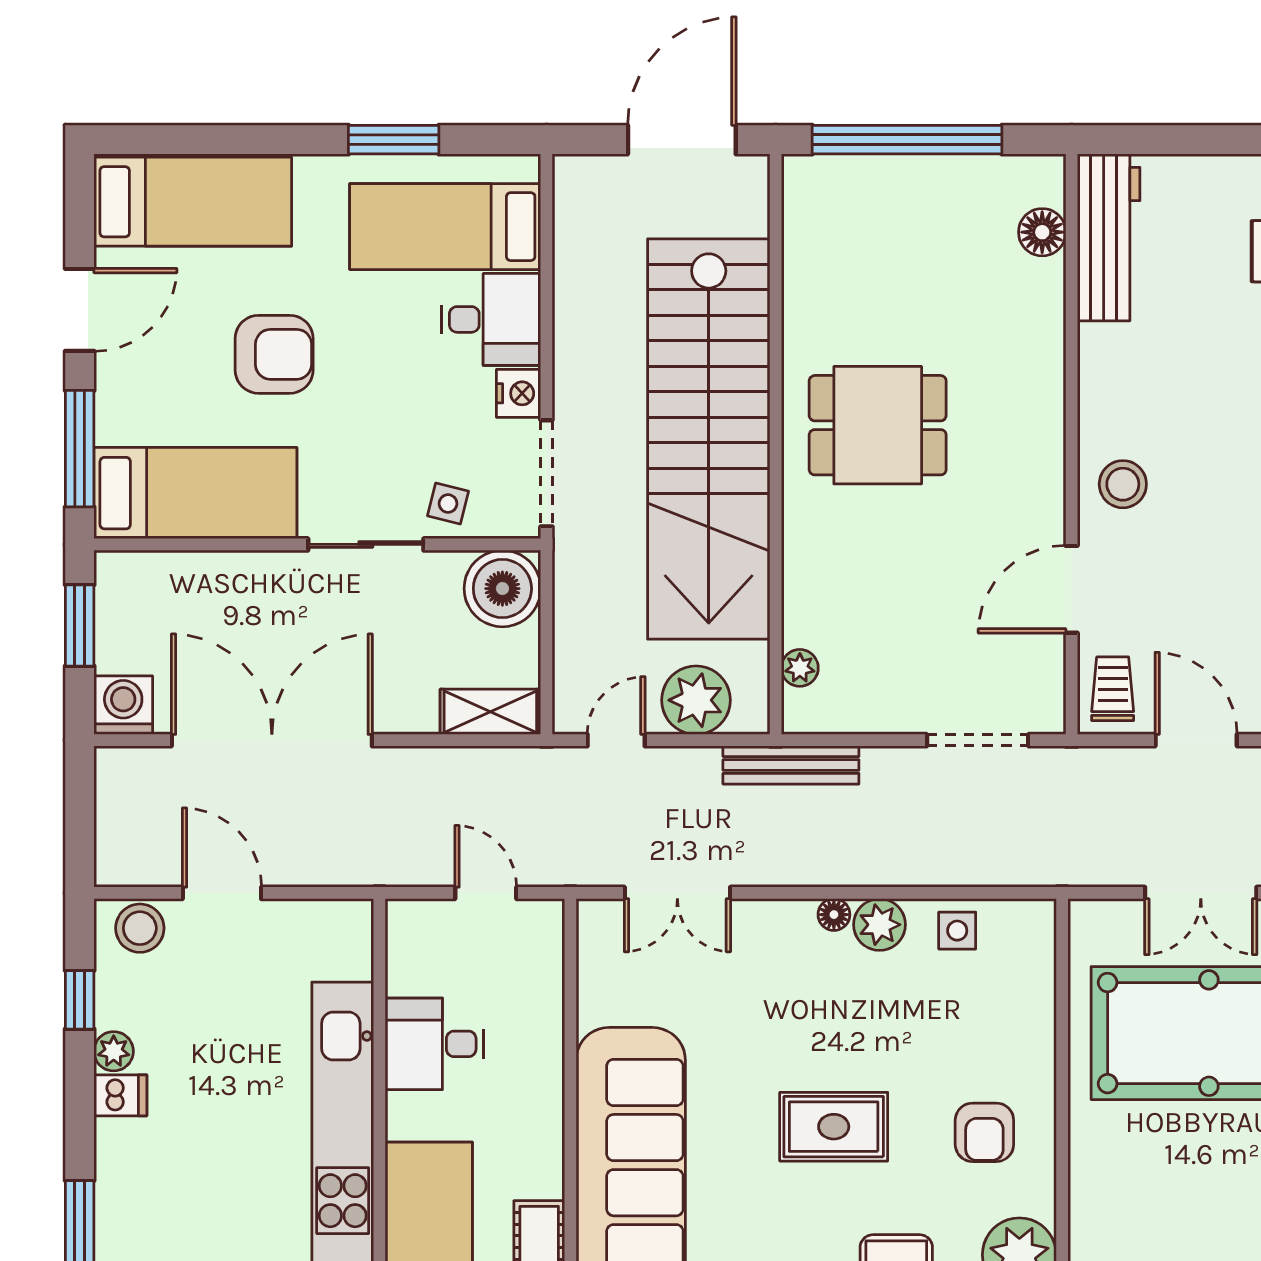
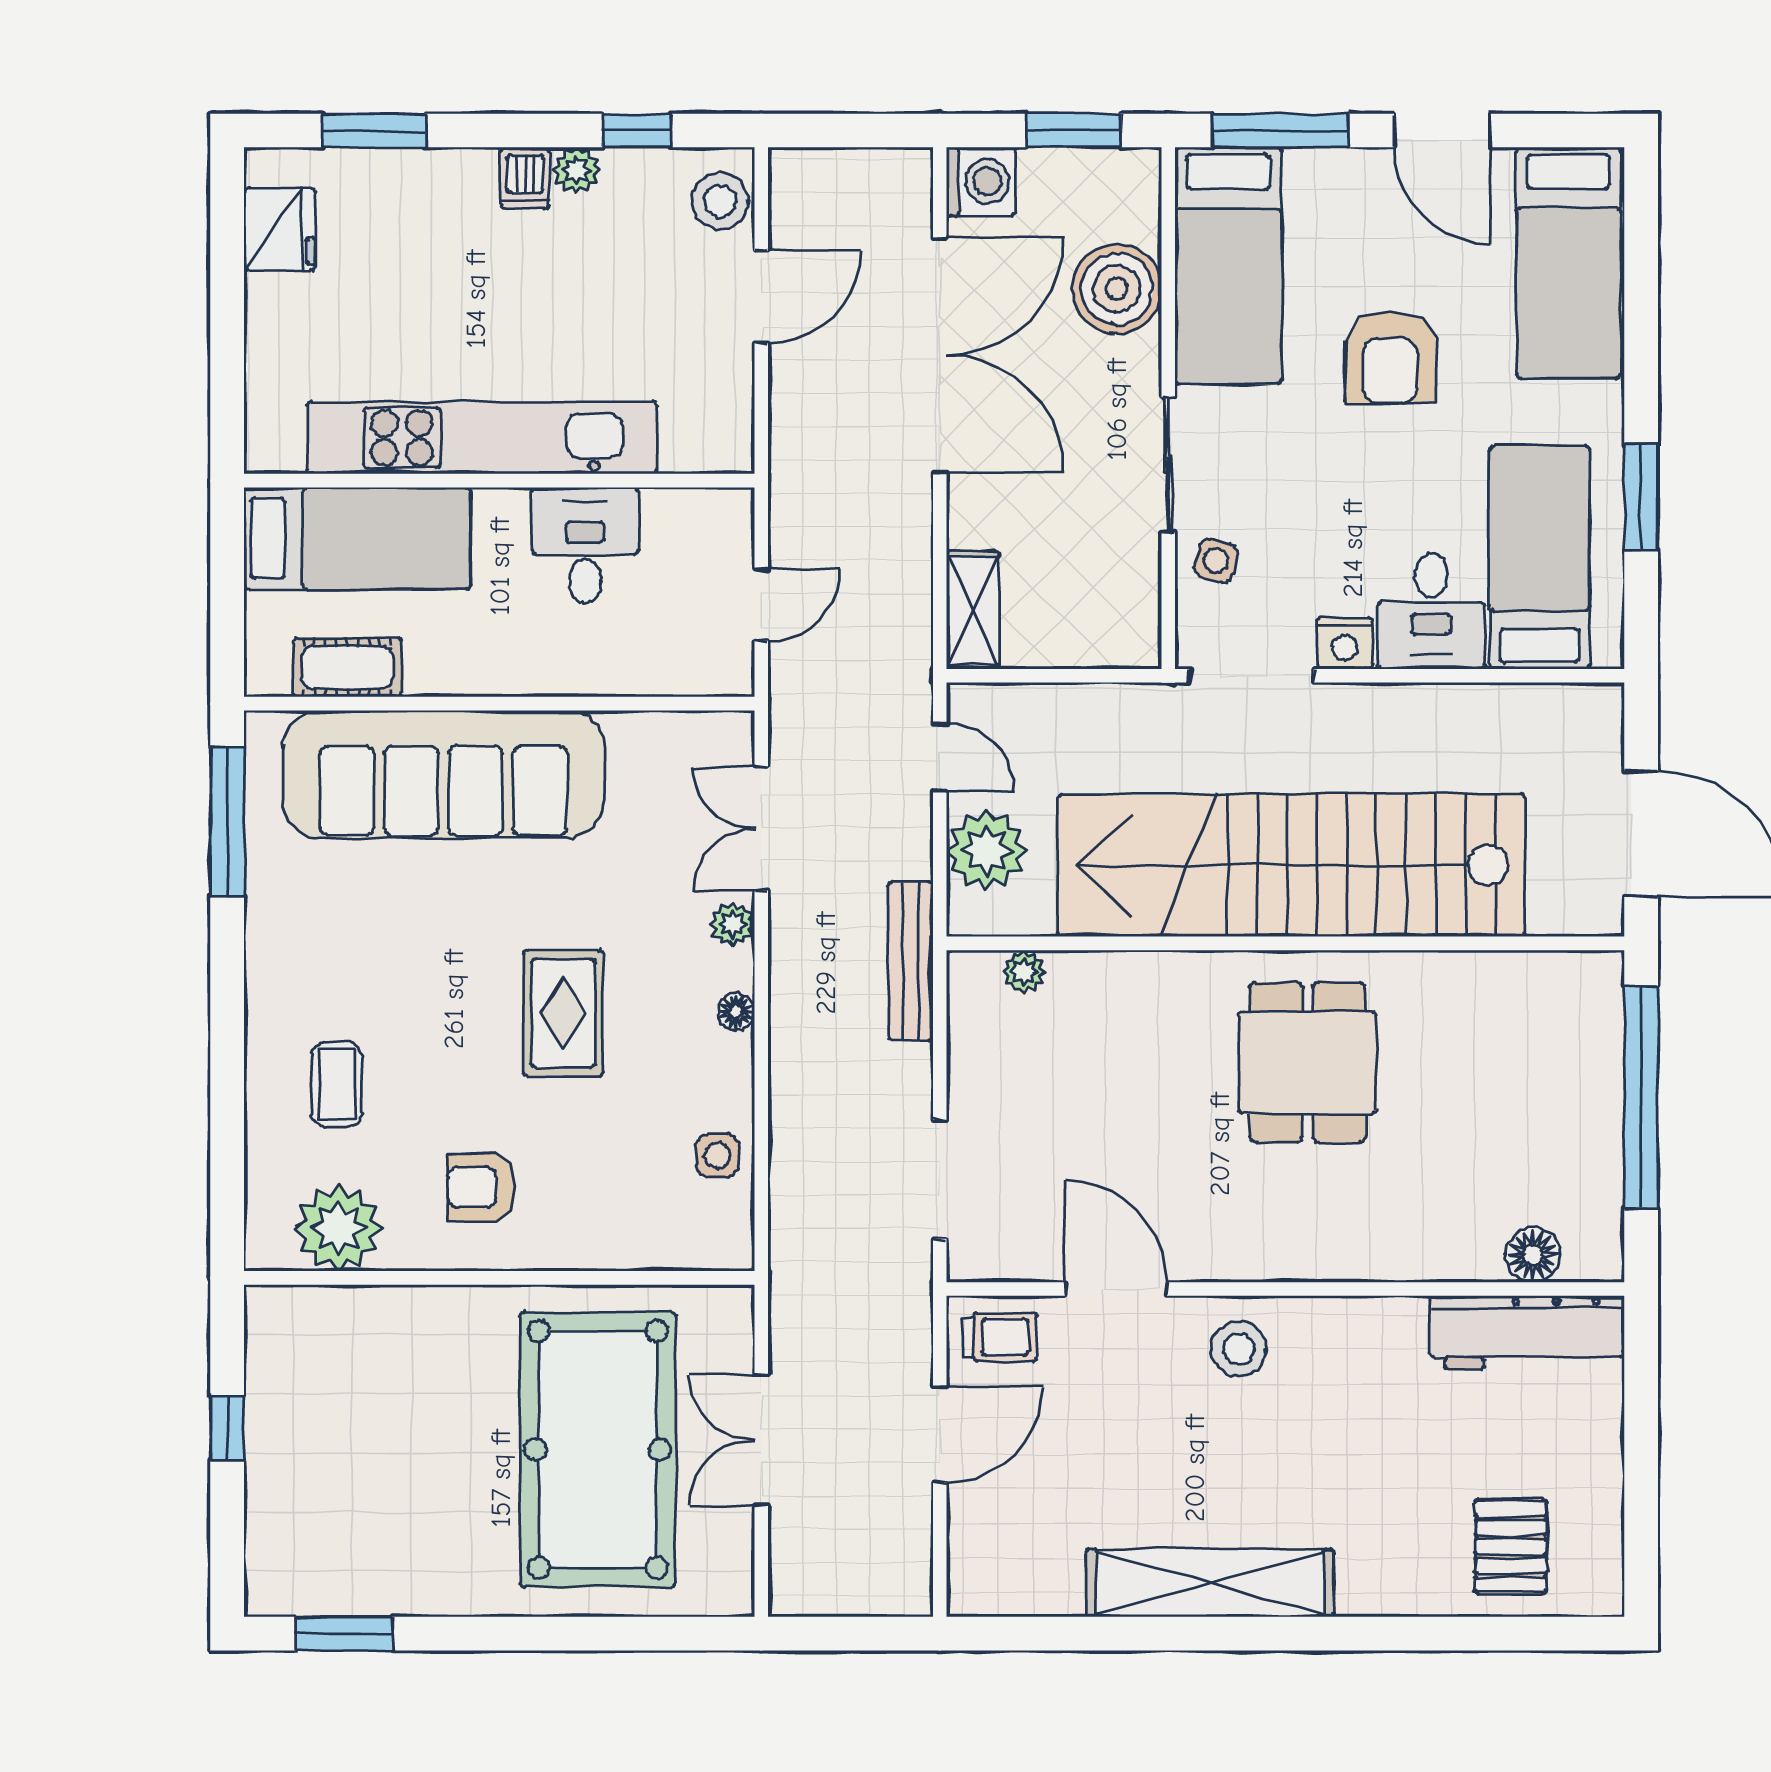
boiler: (502, 589) -> (1117, 289), moved
plant: (880, 925) -> (733, 924), moved, width x0.73, depth x0.73
rug: (834, 1127) -> (563, 1013), moved

